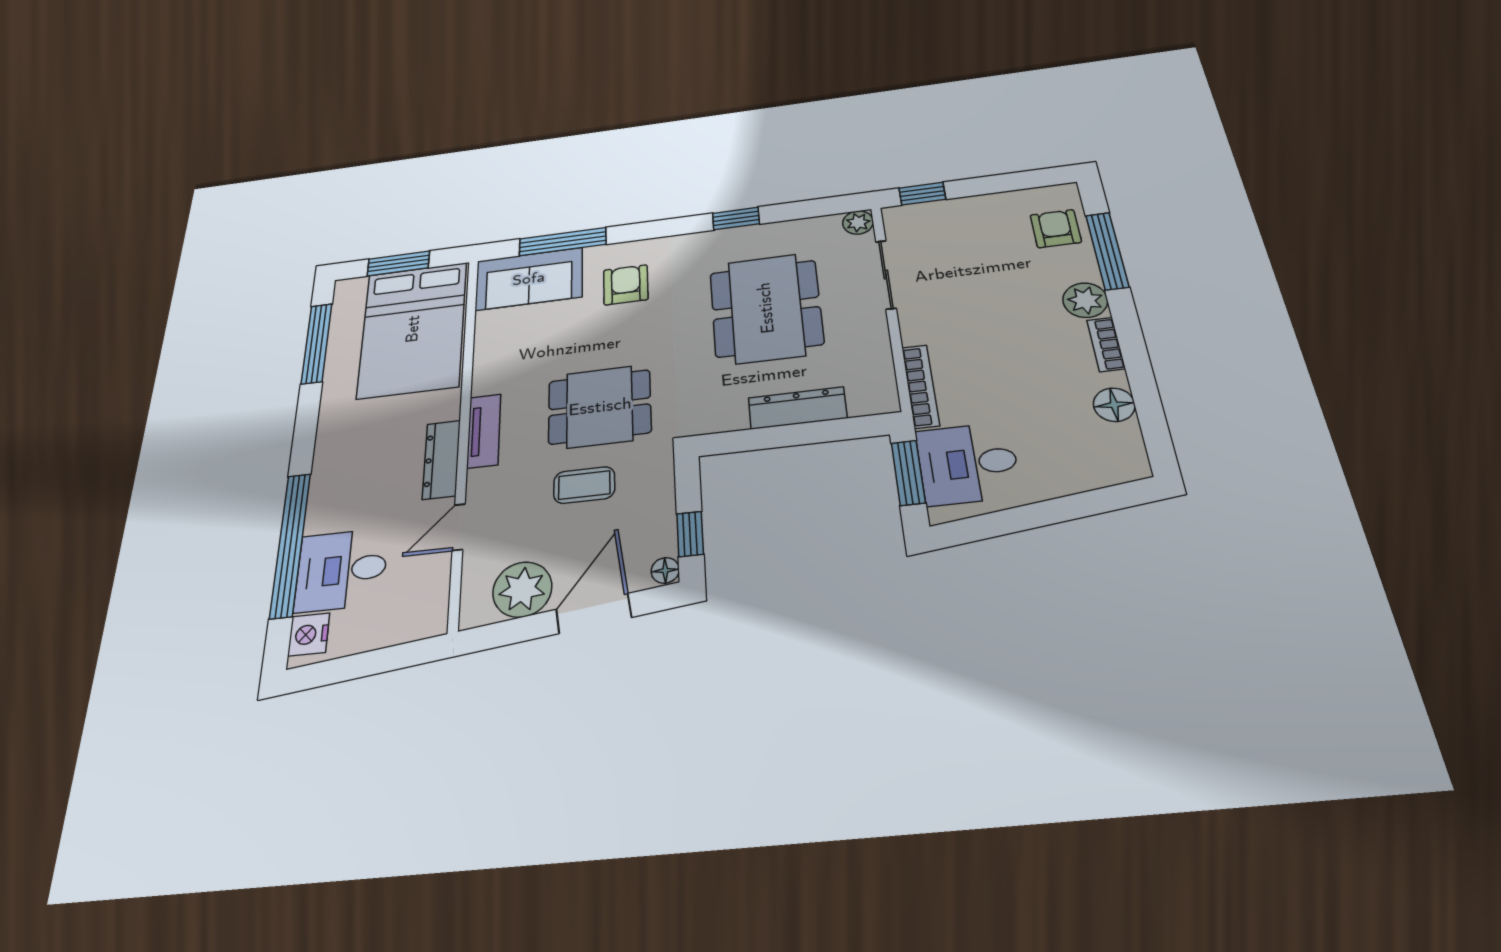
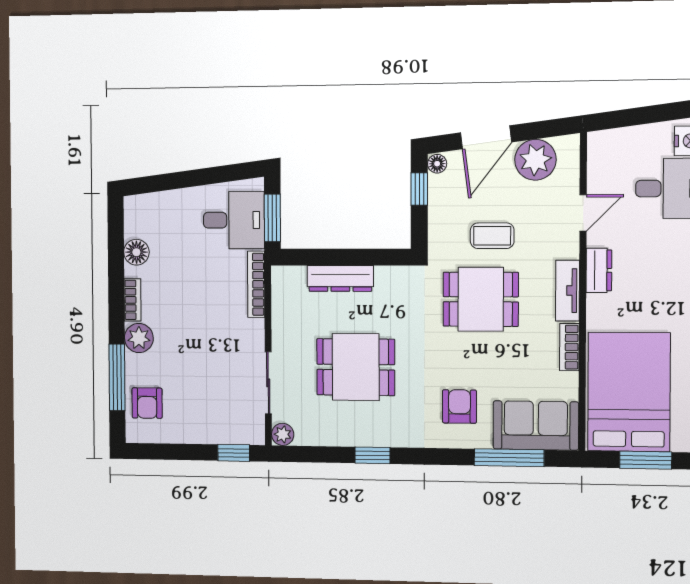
armchair: (626, 285) -> (459, 406), turned 180
dining table: (766, 308) -> (356, 367), width x0.73
bookcase: (484, 367) -> (569, 347), added
dresser: (441, 459) -> (599, 270), width x0.70

